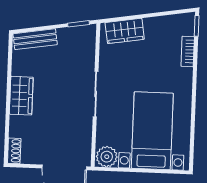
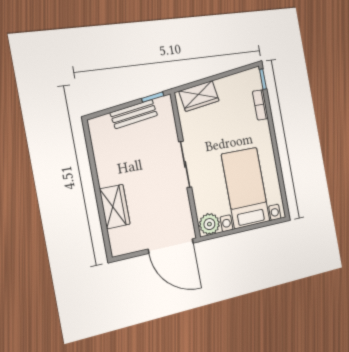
bench: (35, 39) -> (134, 114), moved
wardrobe: (21, 96) -> (115, 207), moved
shoe rack: (14, 151) -> (116, 243), removed

